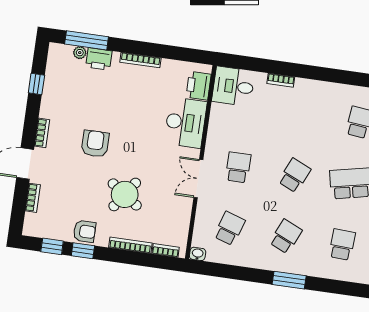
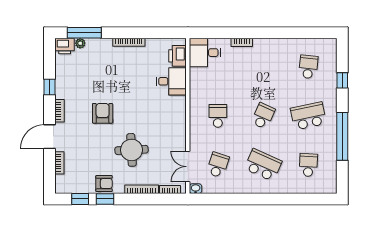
printer: (99, 59) -> (65, 46), moved
window: (36, 84) -> (50, 87), moved
desk: (185, 123) -> (171, 81), width x0.73
double door: (198, 179) -> (188, 167), moved
round table: (125, 194) -> (132, 150), turned -38
school desk: (286, 236) -> (263, 165), width x1.85
window: (289, 280) -> (271, 199), removed

